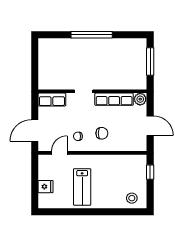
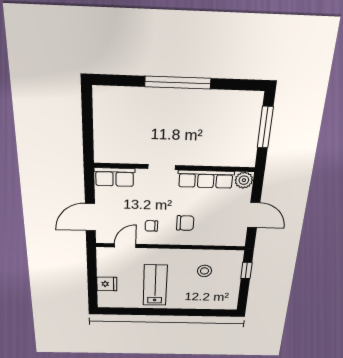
lab bench: (82, 187) -> (155, 285), turned 180
stool: (132, 198) -> (204, 271), moved

